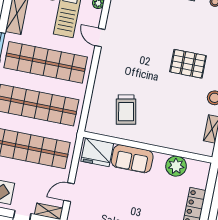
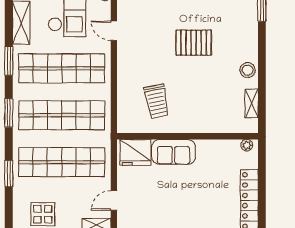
pallet: (188, 64) -> (194, 43), moved
plant: (176, 166) -> (247, 145), moved, width x0.53, depth x0.53

